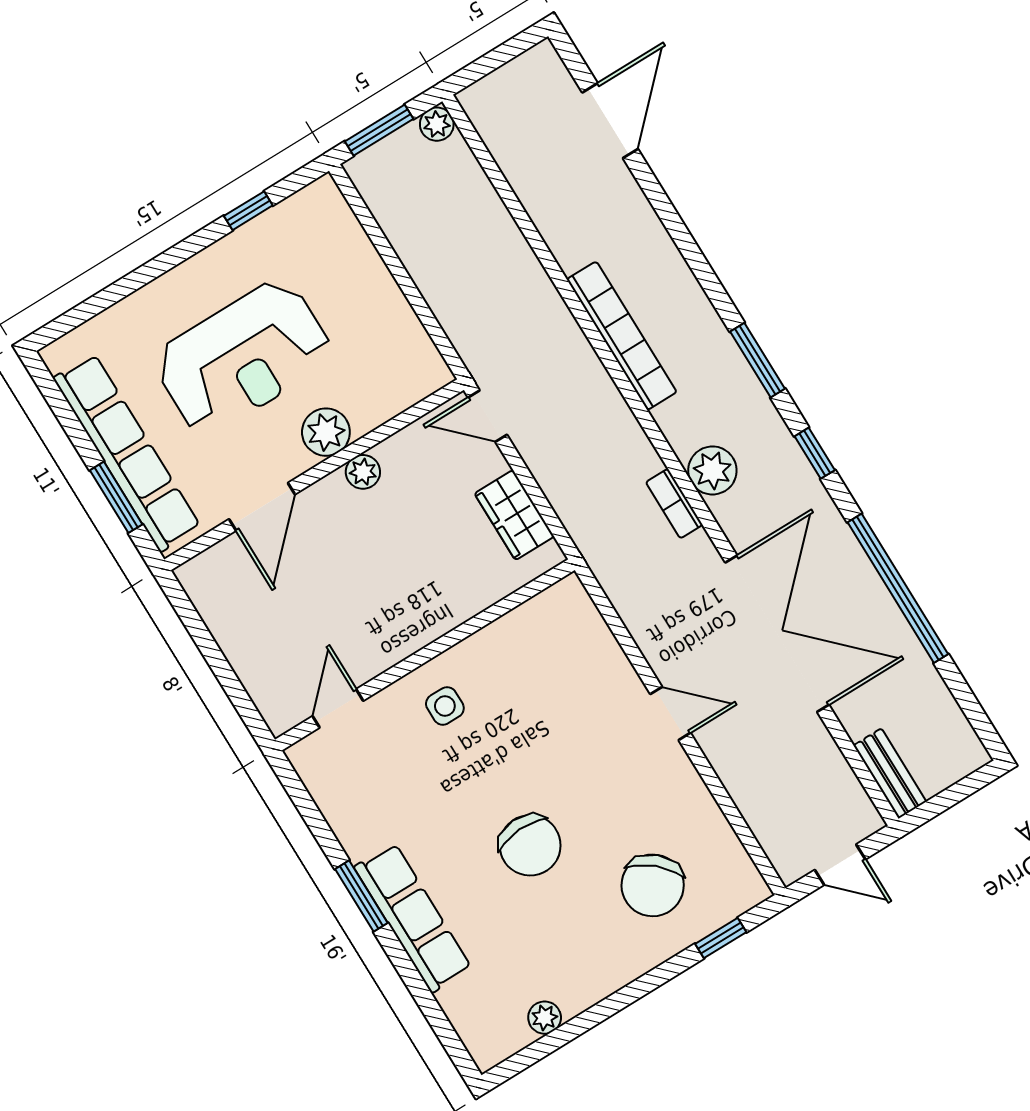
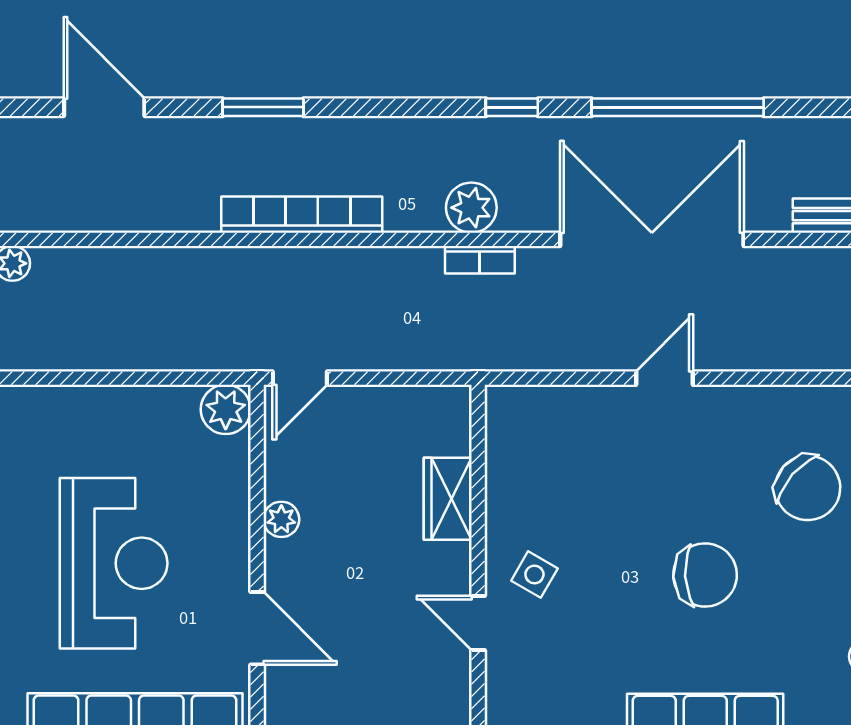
window: (757, 360) -> (263, 107), moved
plant: (326, 432) -> (226, 409), moved
wardrobe: (514, 515) -> (448, 499), moved, turned 90
side table: (445, 706) -> (534, 575), turned 30
door: (338, 708) -> (478, 623), moved

